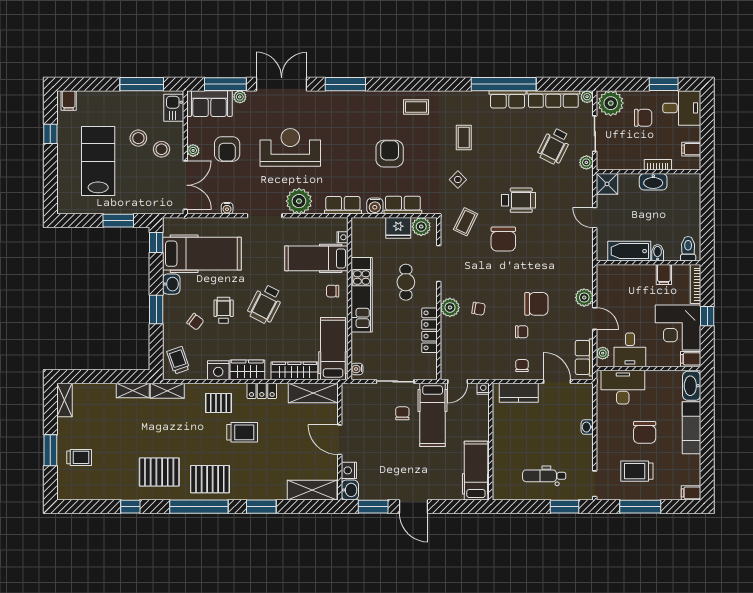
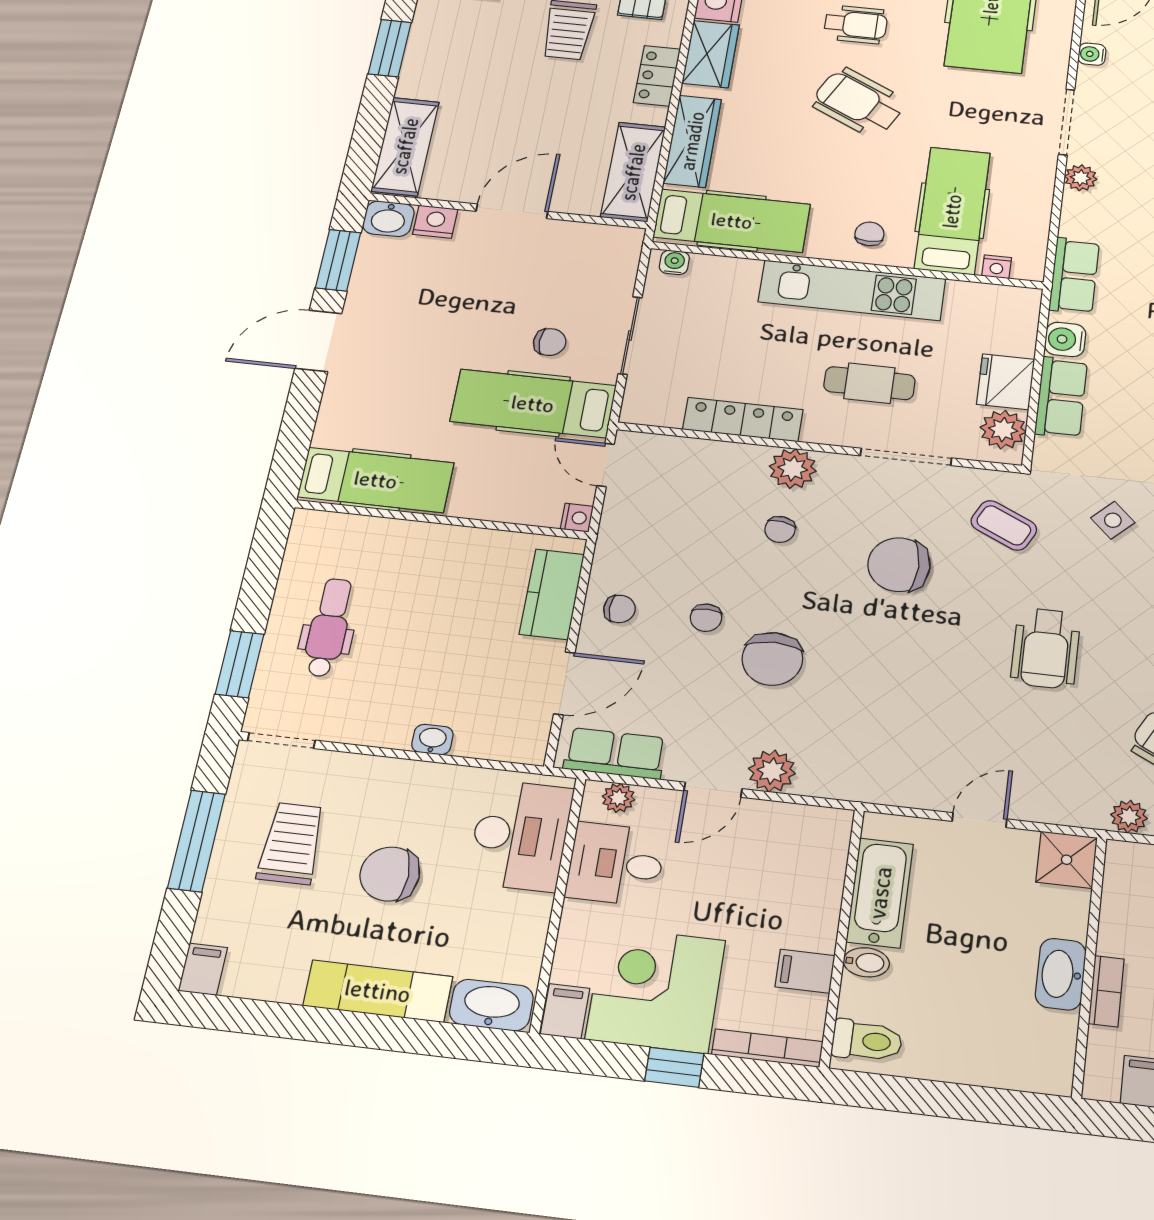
plant: (299, 201) -> (1081, 178), width x0.53, depth x0.53
chair: (503, 239) -> (899, 565), moved

